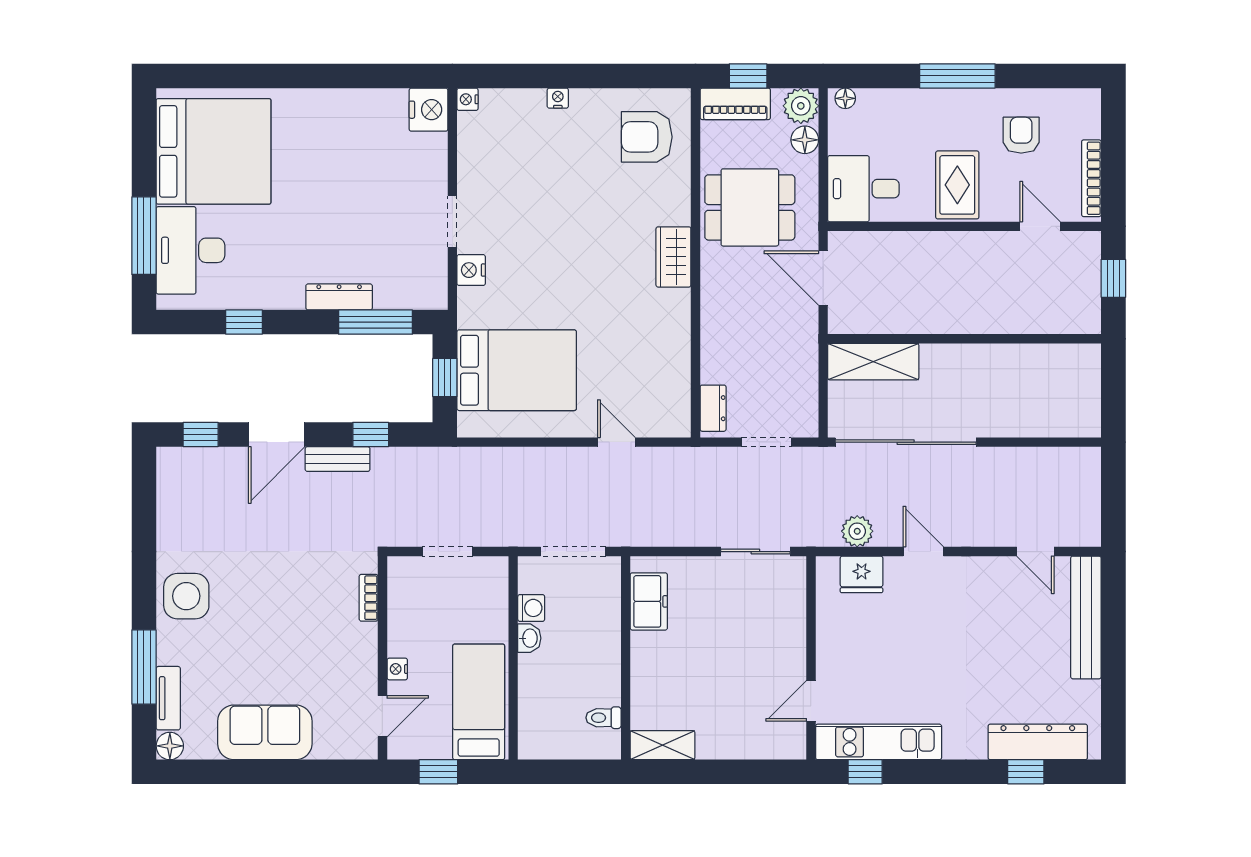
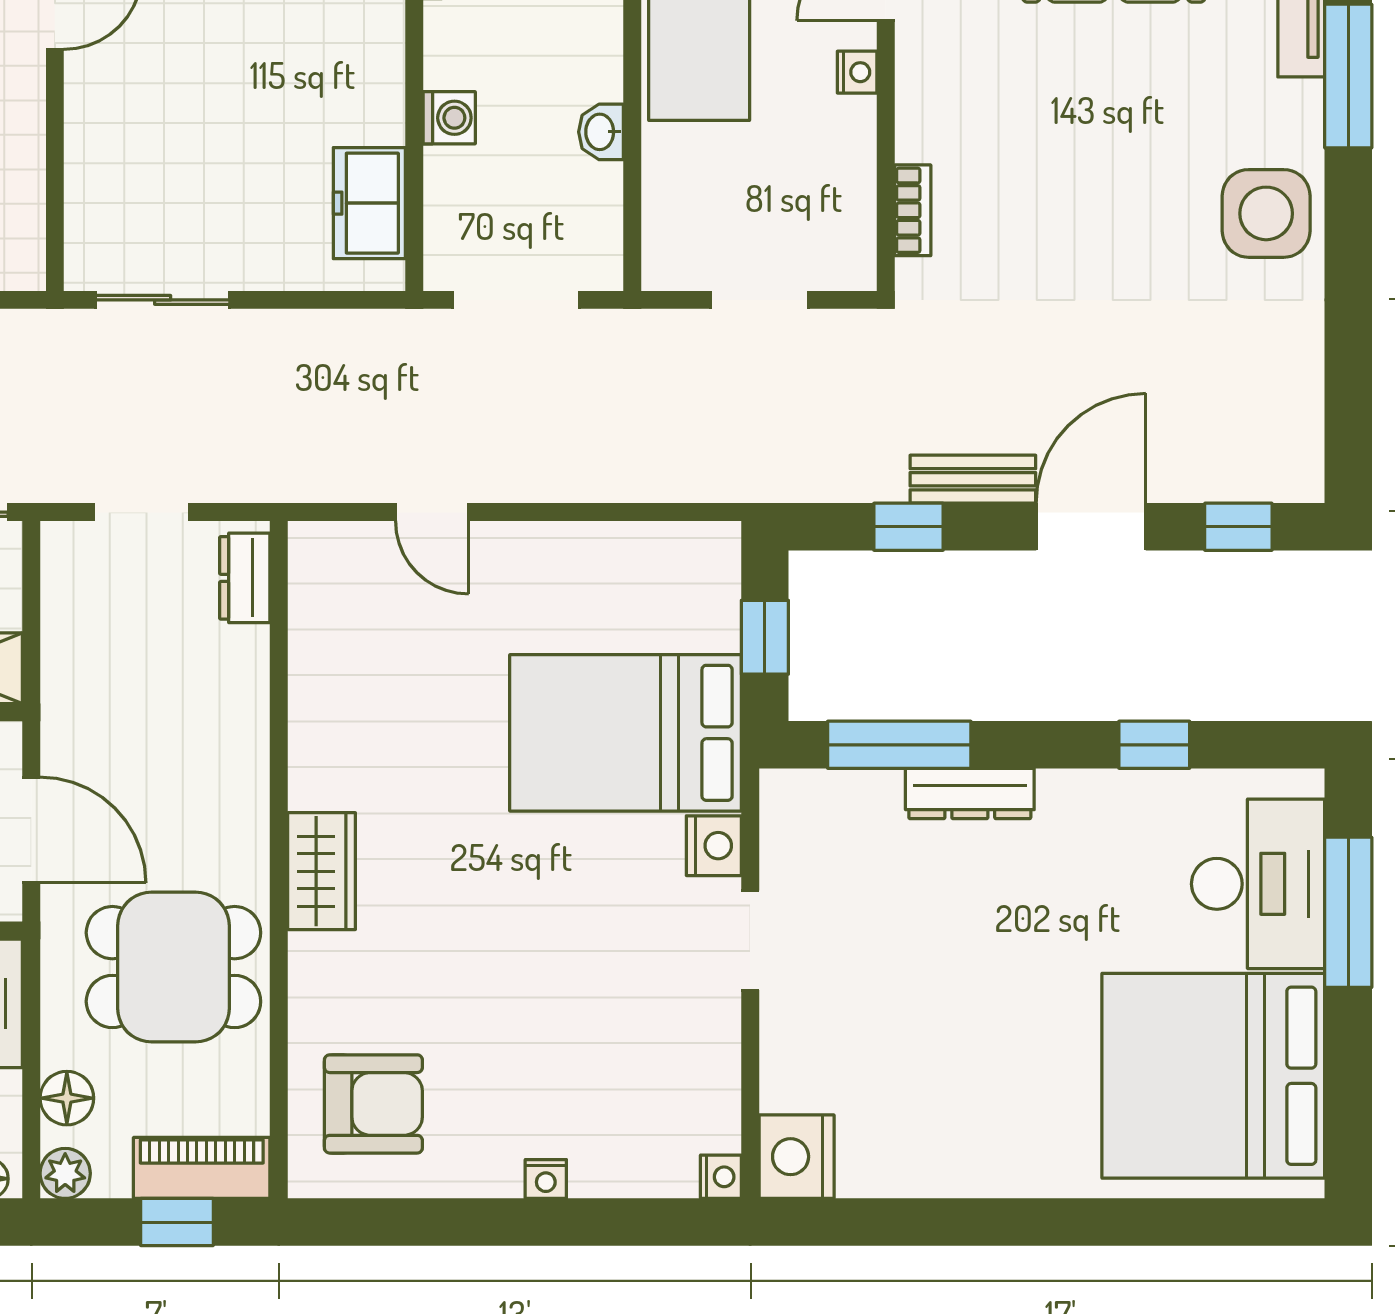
plant: (801, 106) -> (65, 1173), width x0.73, depth x0.73
bed: (517, 370) -> (626, 733), moved
washing machine: (531, 608) -> (449, 118), moved, turned 180

